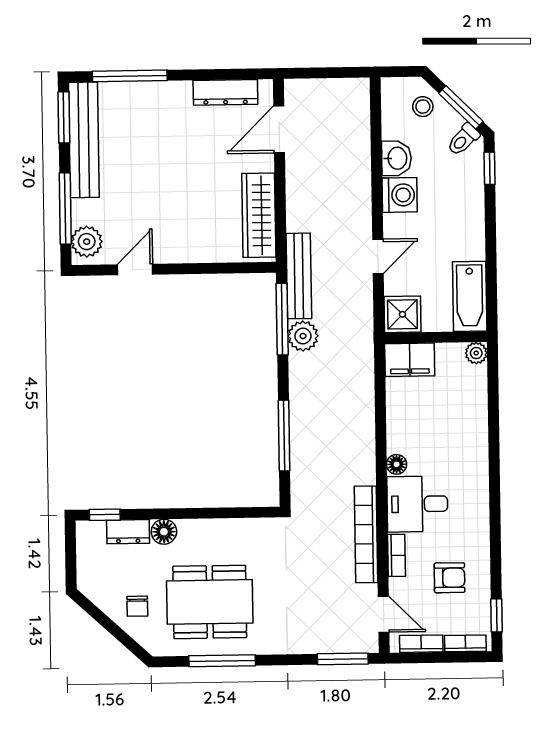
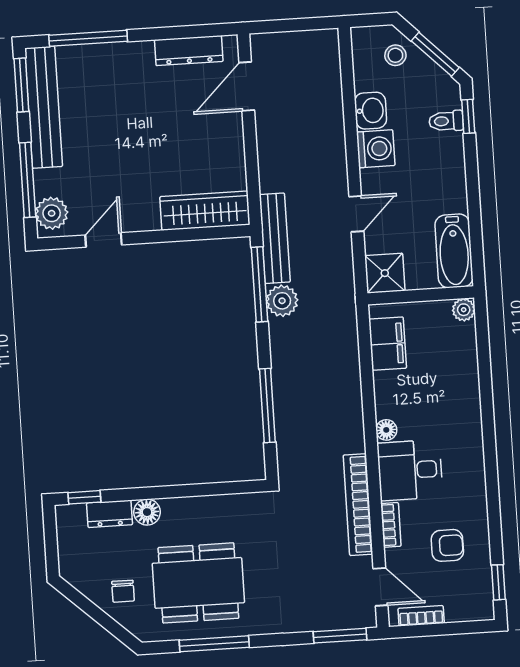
toilet: (463, 140) -> (446, 121), moved, turned 45
wardrobe: (259, 215) -> (205, 211), moved, turned 90
filing cabinet: (410, 360) -> (388, 344), moved, turned -90
bookcase: (465, 643) -> (467, 613), removed

